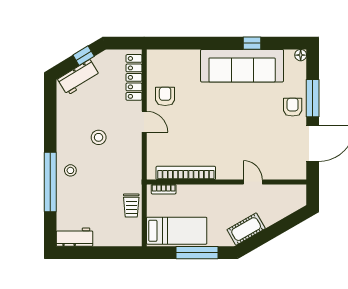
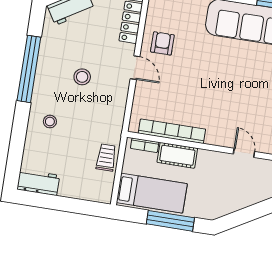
stool: (70, 170) -> (50, 122), moved
window: (50, 182) -> (29, 69), moved
trolley: (131, 205) -> (106, 157), turned 180
cot: (246, 229) -> (177, 155), moved, turned 30

